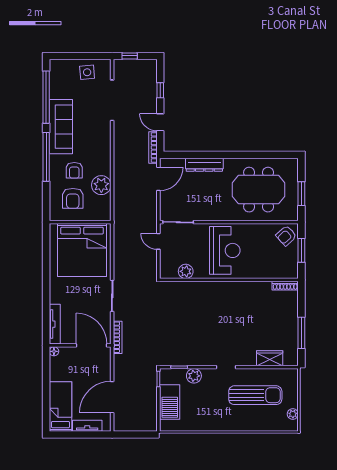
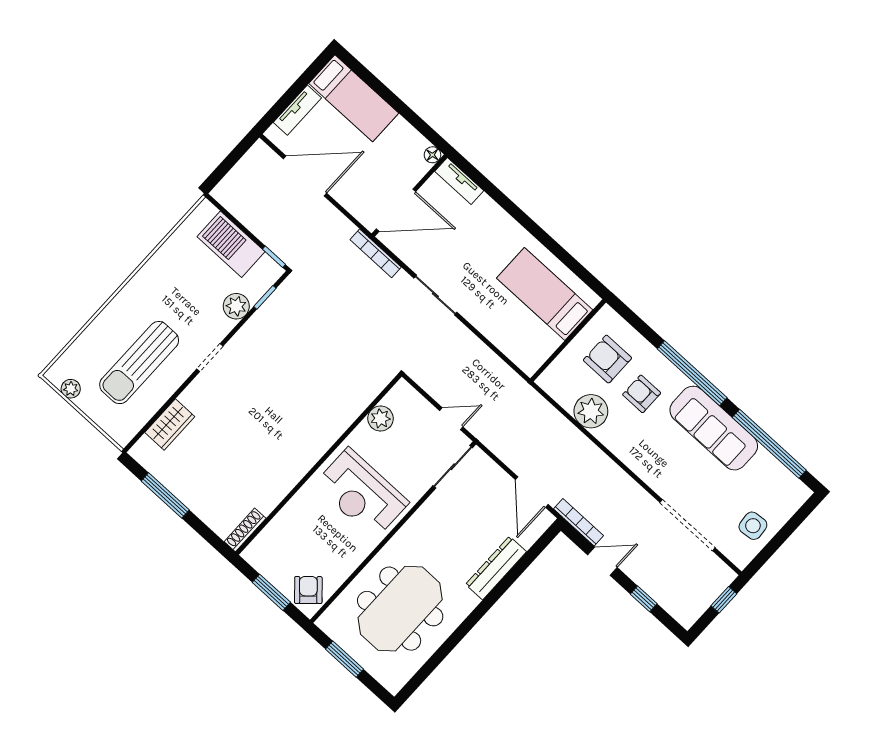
bed: (82, 250) -> (545, 294), width x0.49
tv unit: (55, 324) -> (459, 181), width x0.71
door: (112, 397) -> (305, 176), hinge flipped

